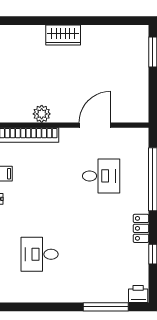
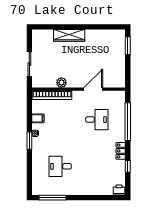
wardrobe: (63, 35) -> (69, 35), width x1.50
window: (106, 307) -> (52, 198), moved

